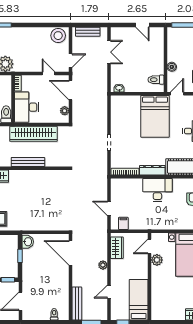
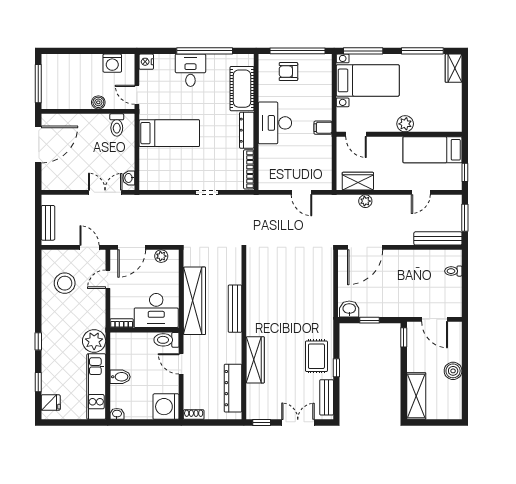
door: (142, 25) -> (38, 145), width x1.87
stool: (58, 36) -> (65, 283), moved
double door: (109, 52) -> (105, 192), moved
bed: (155, 116) -> (169, 133), width x0.67
door: (109, 208) -> (301, 192), hinge flipped
filing cabinet: (123, 223) -> (323, 128), moved
plant: (157, 260) -> (405, 124), moved
plant: (103, 265) -> (365, 201), moved
door: (109, 292) -> (421, 192), hinge flipped

